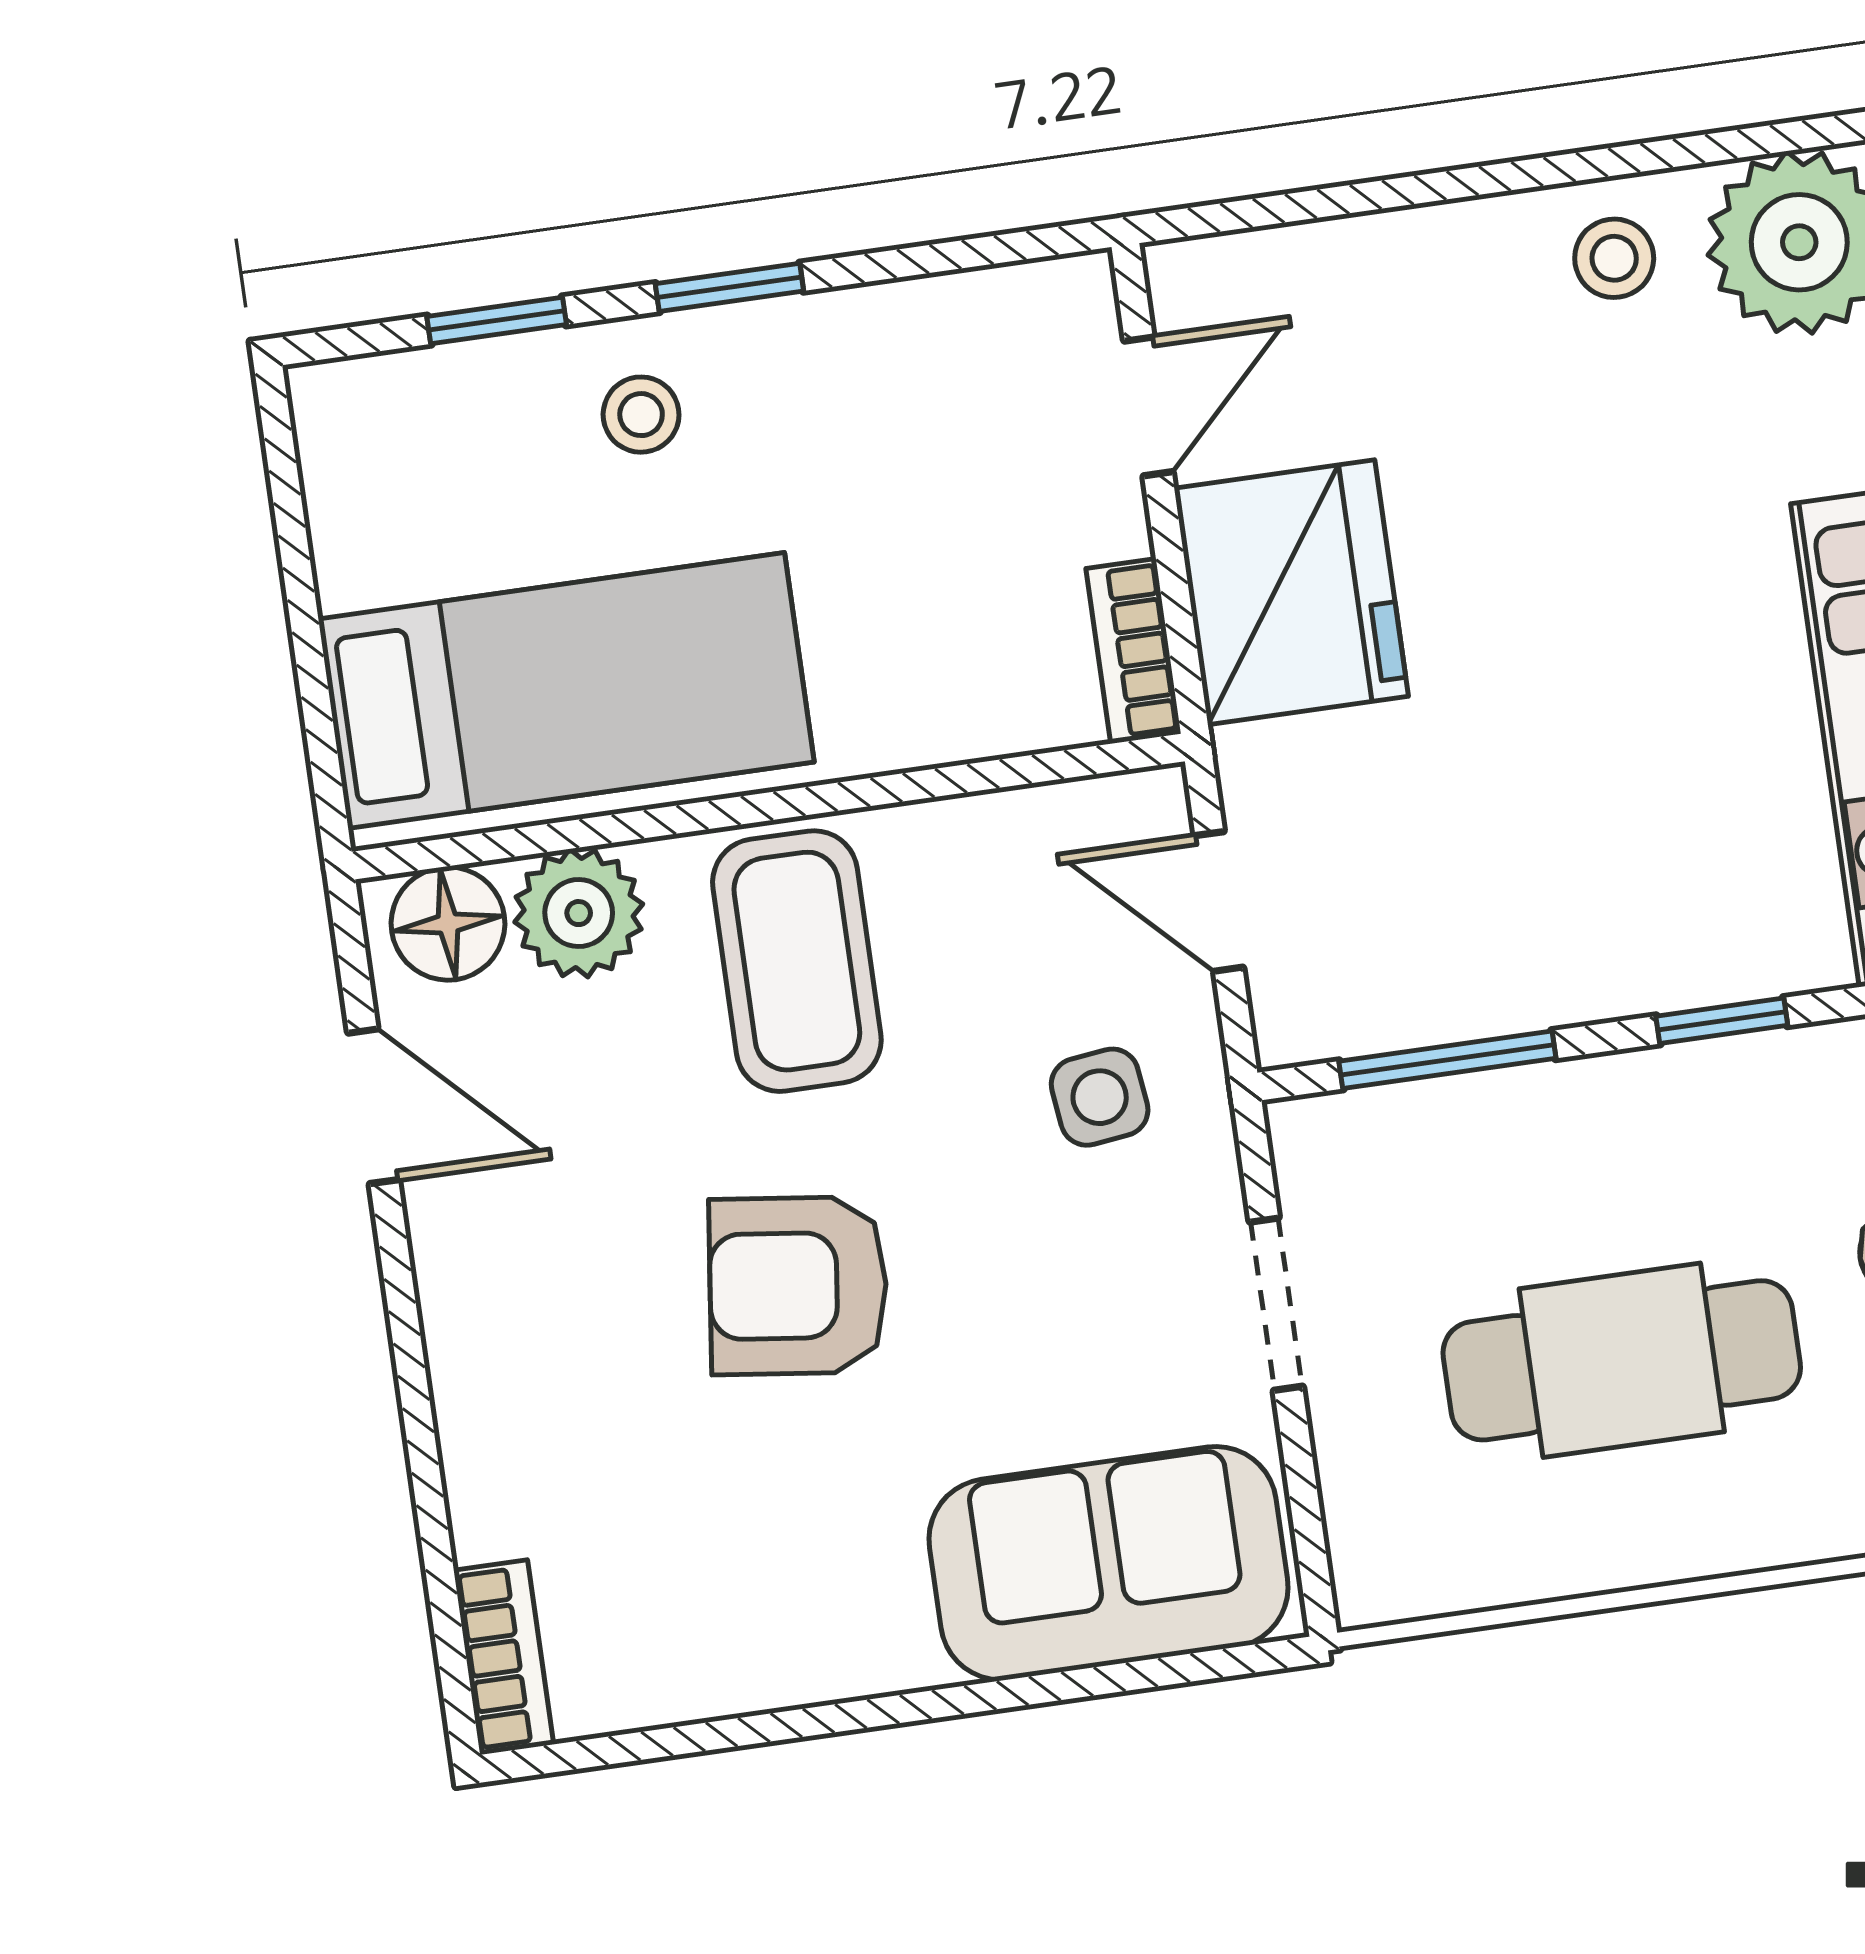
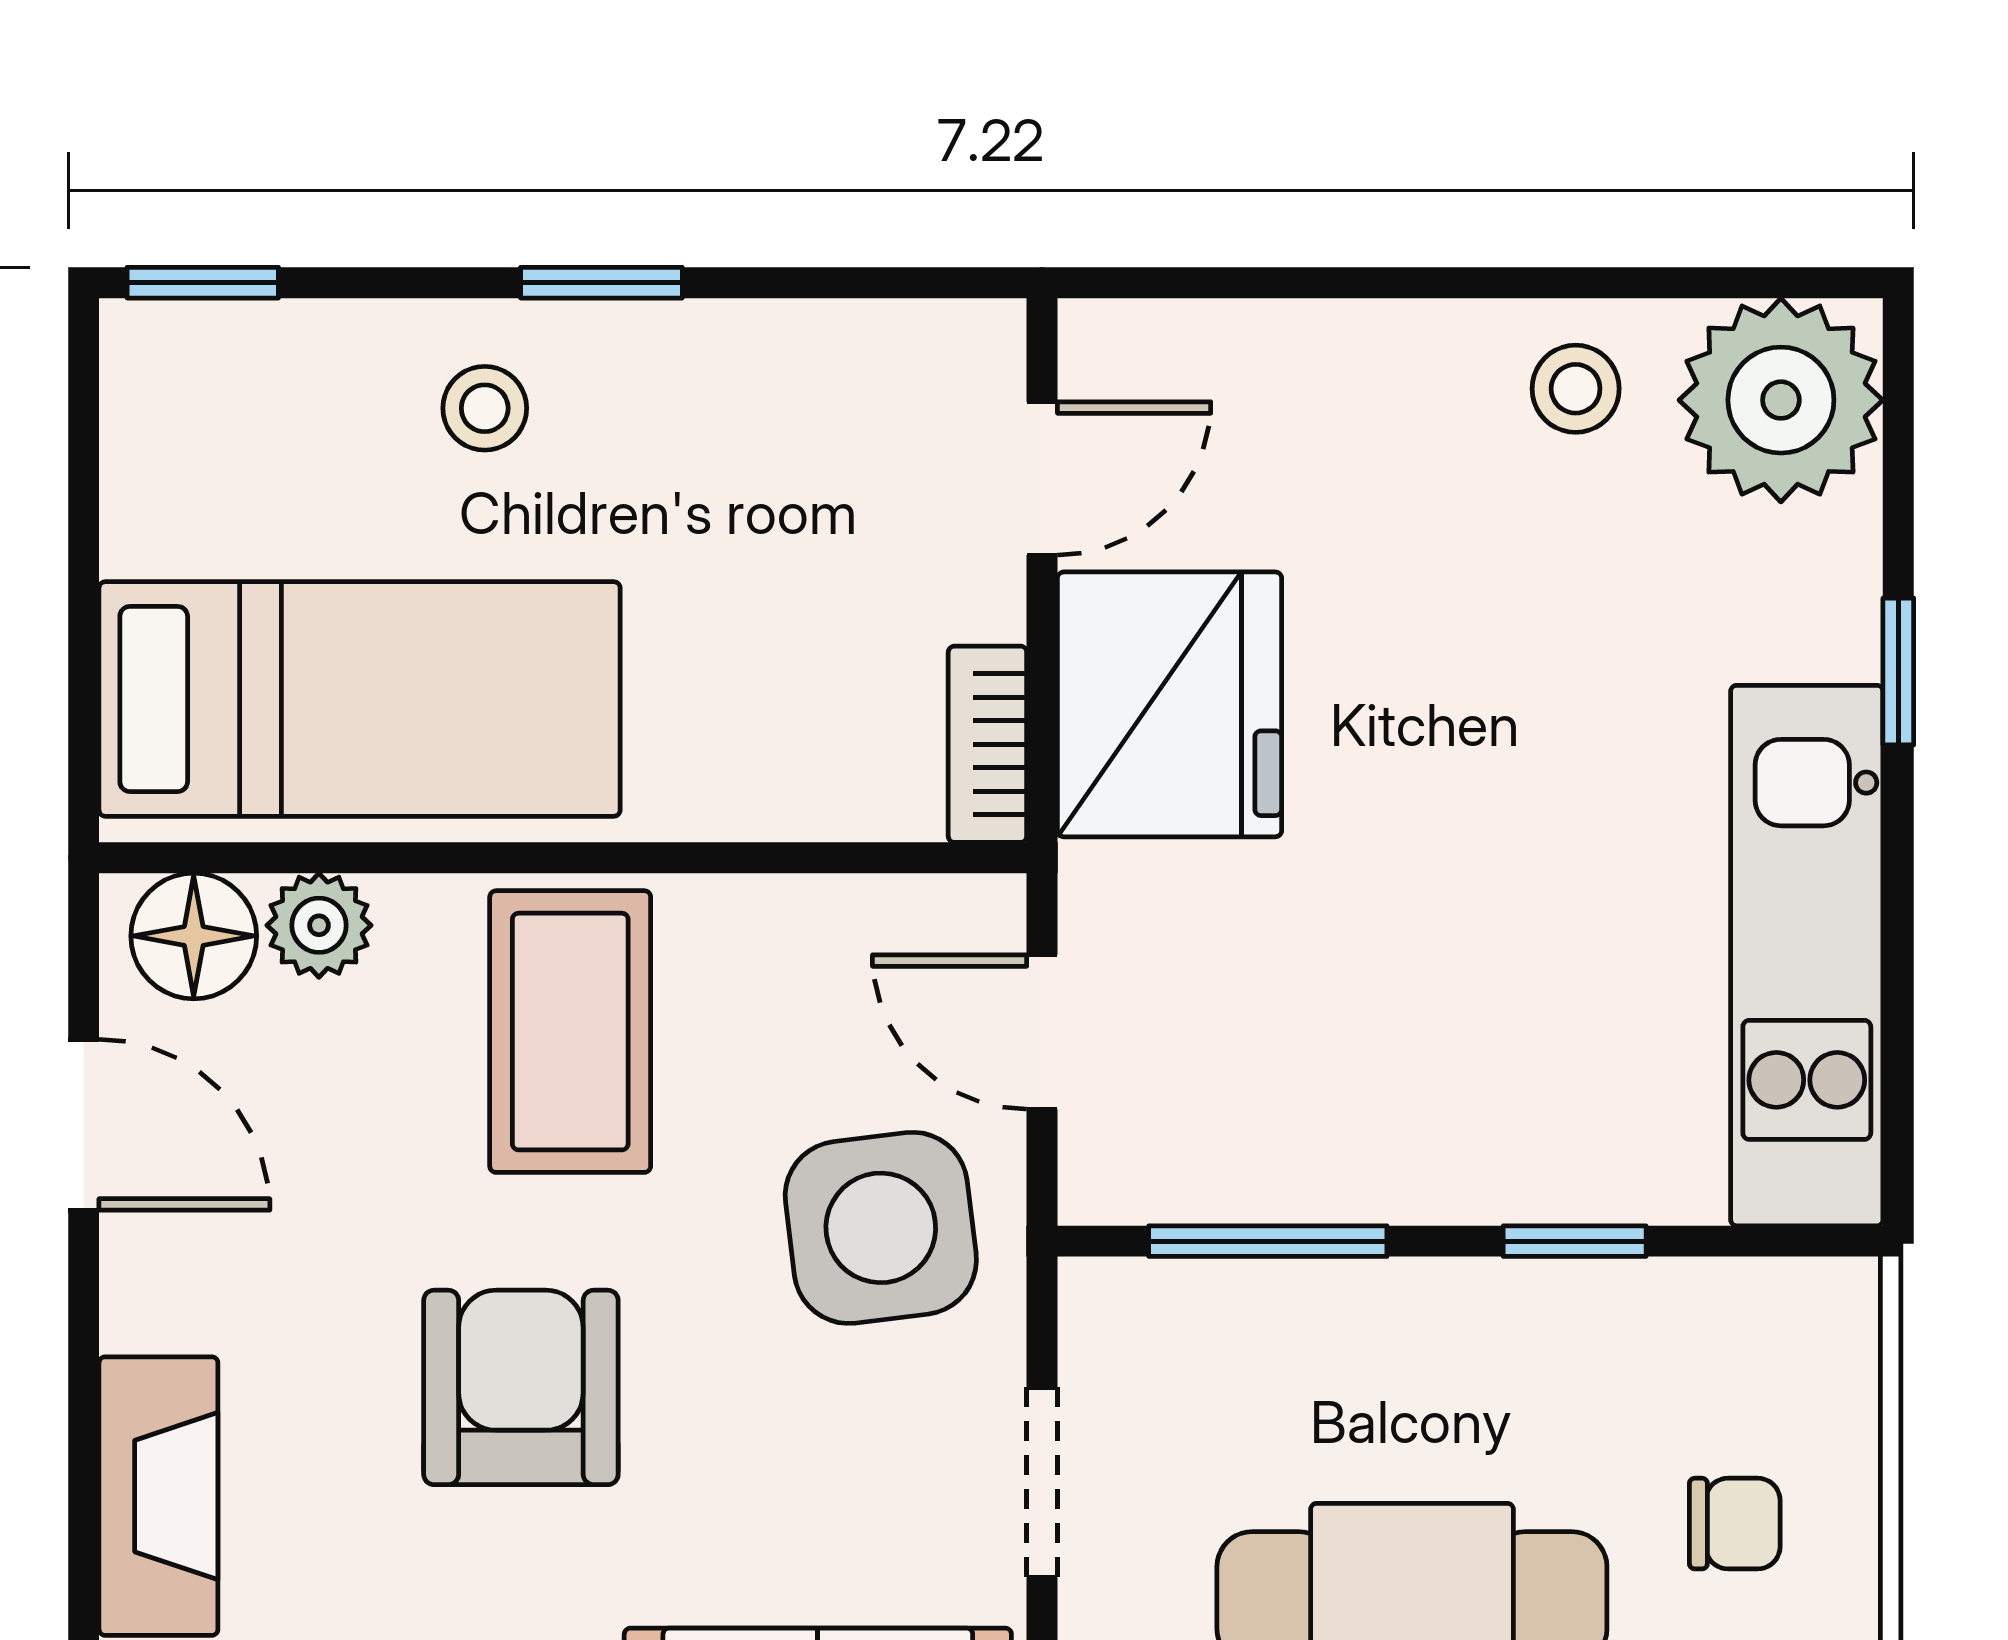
window: (497, 321) -> (203, 283), moved
plant: (579, 913) -> (319, 925), width x0.73, depth x0.73
side table: (1100, 1097) -> (881, 1228), width x1.87, depth x1.87
armchair: (798, 1286) -> (521, 1387), turned 83
fireplace: (488, 1429) -> (158, 1496), added

